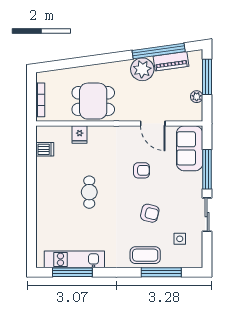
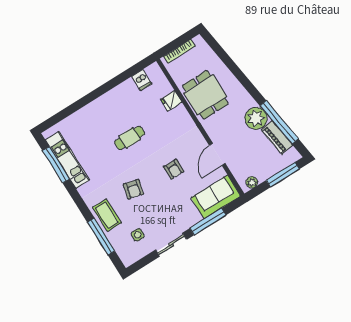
plant: (197, 97) -> (252, 182), moved
armchair: (150, 213) -> (133, 189), moved

